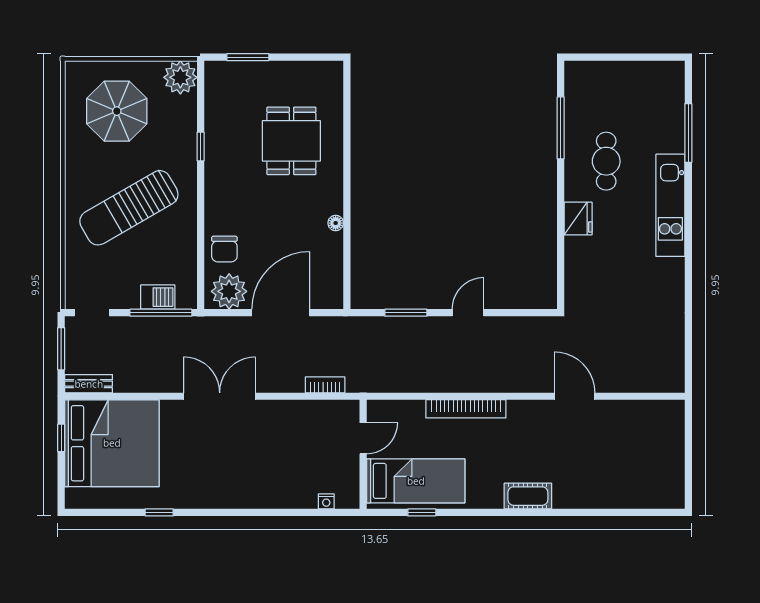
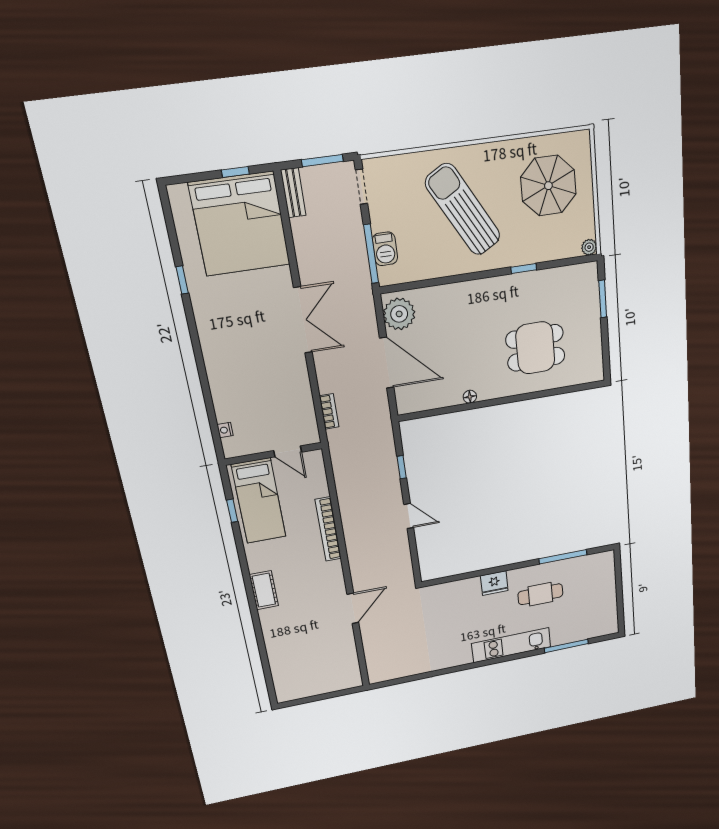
plant: (180, 77) -> (589, 247), width x0.53, depth x0.53
chair: (224, 249) -> (436, 304), removed
window: (406, 313) -> (402, 467), width x0.67

